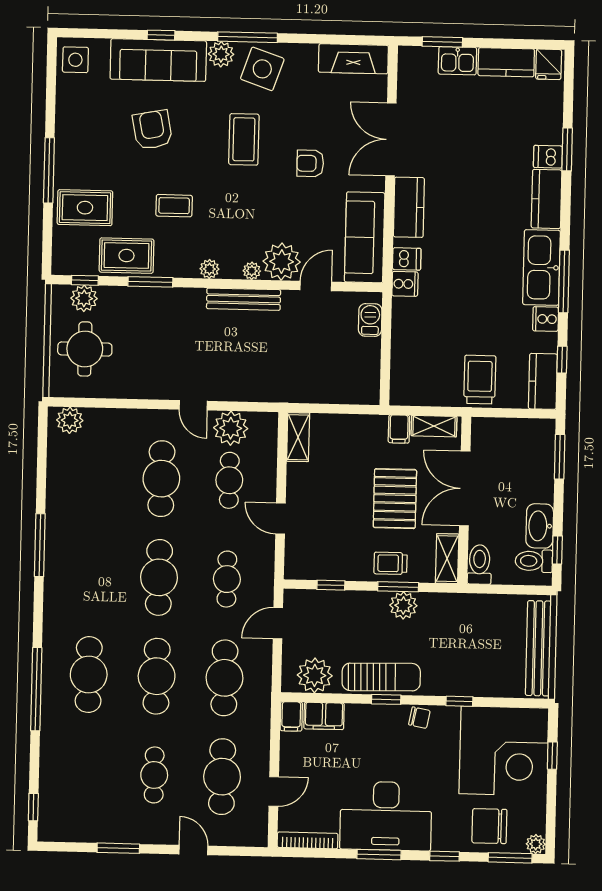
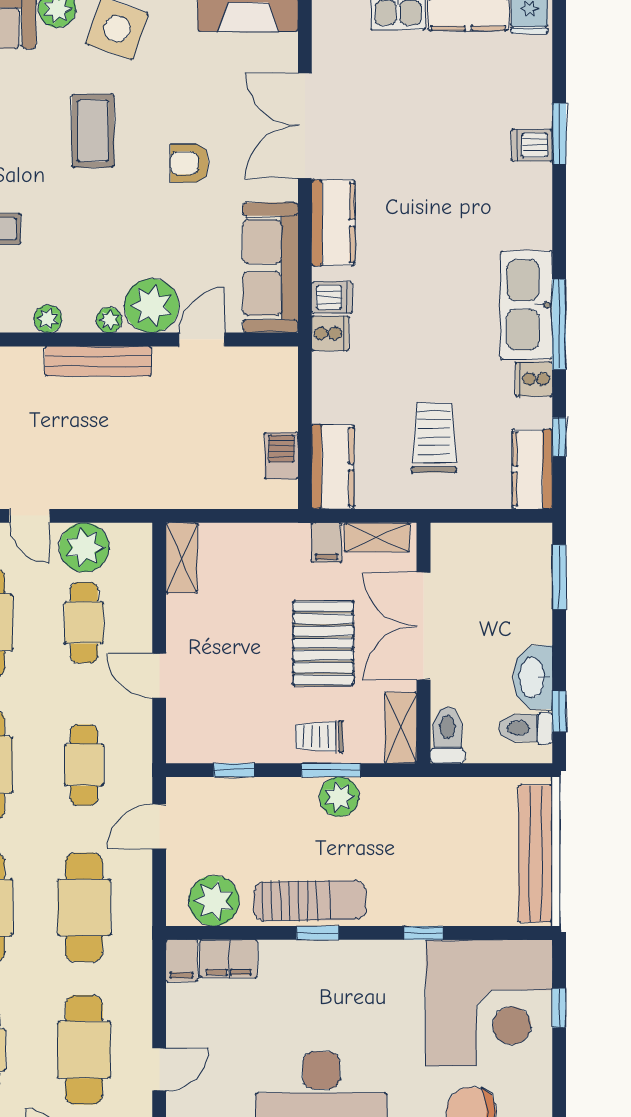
kitchen counter: (547, 199) -> (333, 467), moved, turned 180
barbecue: (370, 320) -> (281, 456), moved
trolley: (480, 380) -> (434, 438), moved
chair: (419, 718) -> (366, 958), removed

